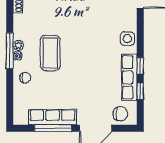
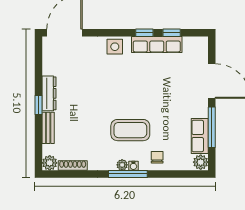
chair: (120, 114) -> (196, 54), removed
row of seats: (53, 117) -> (200, 136), width x0.68
plant: (21, 118) -> (201, 162), added

